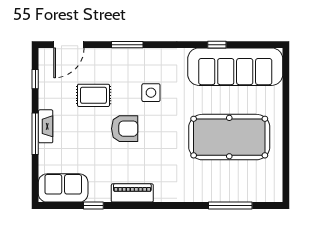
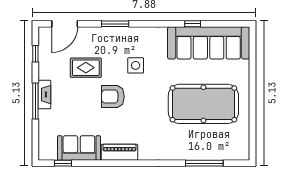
armchair: (125, 129) -> (113, 97), turned 180
sofa: (63, 188) -> (79, 148), moved
window: (93, 206) -> (63, 163), moved

